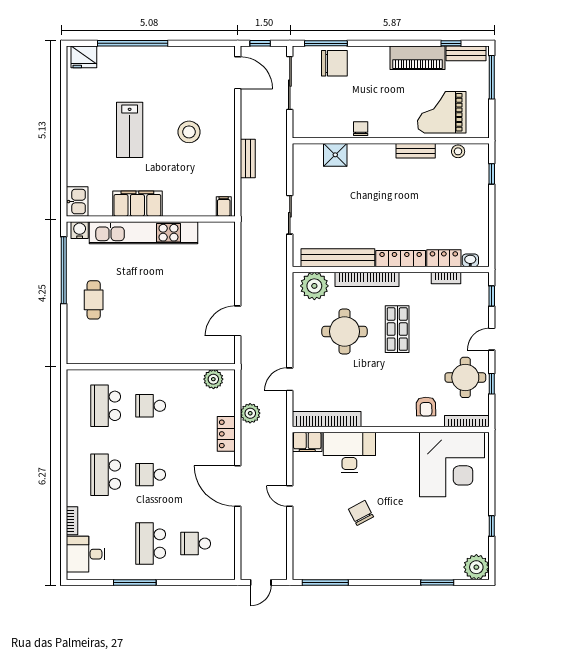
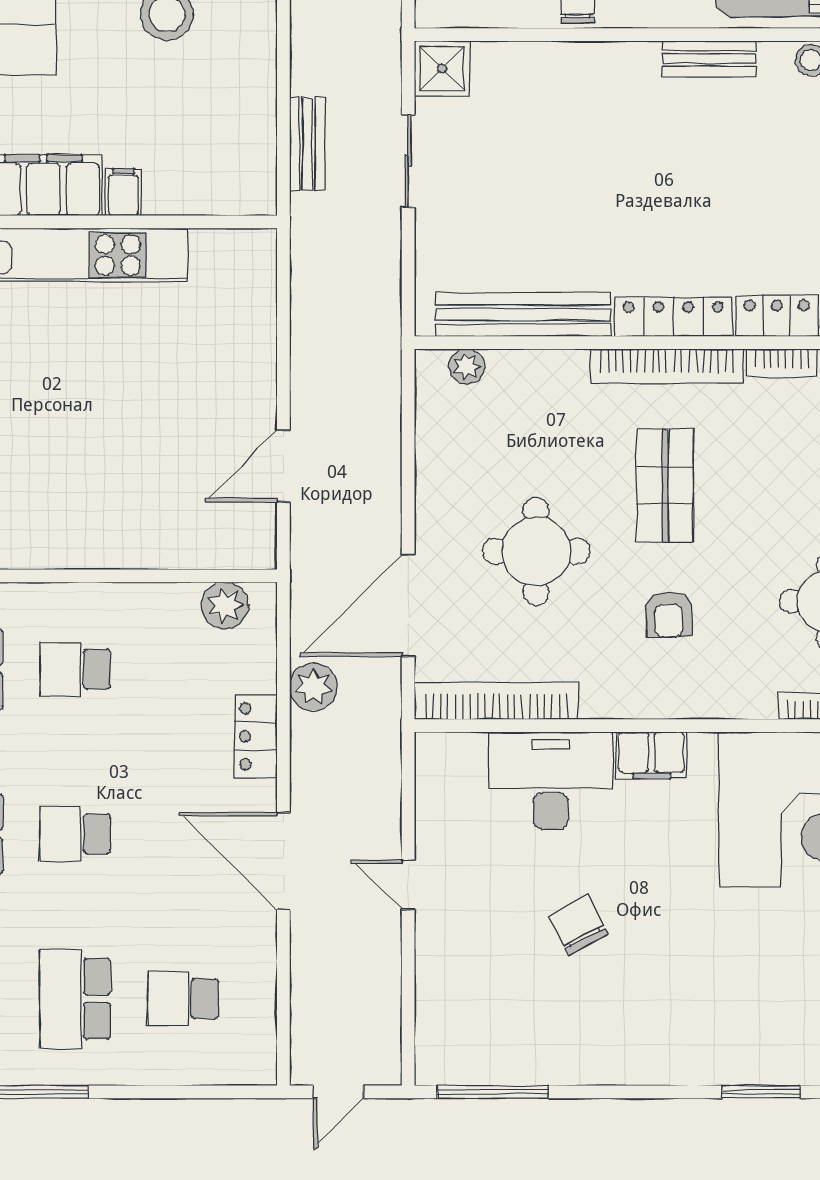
shower: (335, 155) -> (442, 68), moved
bench: (248, 159) -> (307, 144), moved
filing cabinet: (224, 206) -> (123, 192), moved
sliding door: (290, 215) -> (408, 161), moved
bookcase: (367, 279) -> (667, 366), moved
plant: (314, 286) -> (467, 367), width x0.53, depth x0.53
round table: (345, 332) -> (536, 551), moved
door: (290, 379) -> (408, 605), width x1.87
armchair: (426, 407) -> (669, 614), moved
filing cabinet: (307, 442) -> (651, 755), moved

